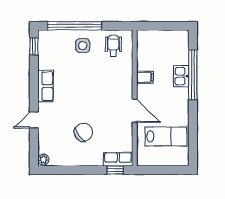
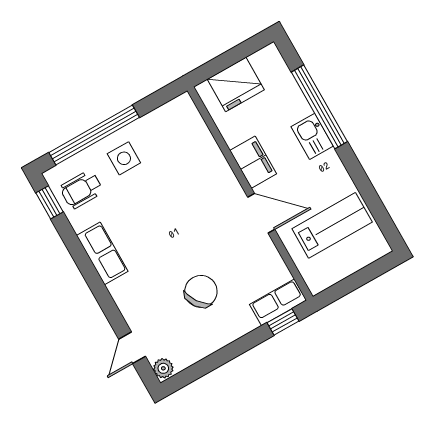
fridge: (158, 40) -> (236, 84), added
wheelchair: (113, 46) -> (82, 189), moved, turned -90
kitchen sink: (181, 76) -> (312, 136), moved
filing cabinet: (145, 77) -> (253, 162), width x2.00
door: (34, 120) -> (132, 348), moved

